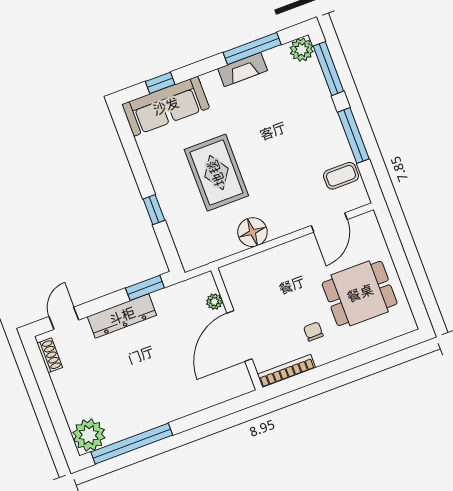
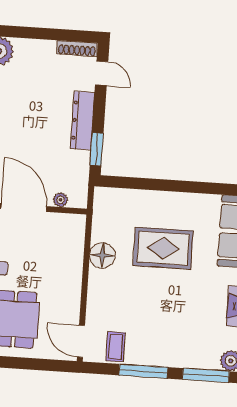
window: (154, 210) -> (156, 185), removed
door: (329, 222) -> (81, 341), moved
shoe rack: (50, 355) -> (77, 48), width x1.43

